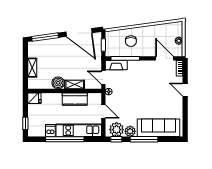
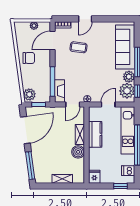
plant: (113, 36) -> (29, 94), added
chair: (131, 41) -> (29, 58), moved
coffee table: (158, 83) -> (79, 47), added
dishwasher: (50, 131) -> (128, 171), moved

